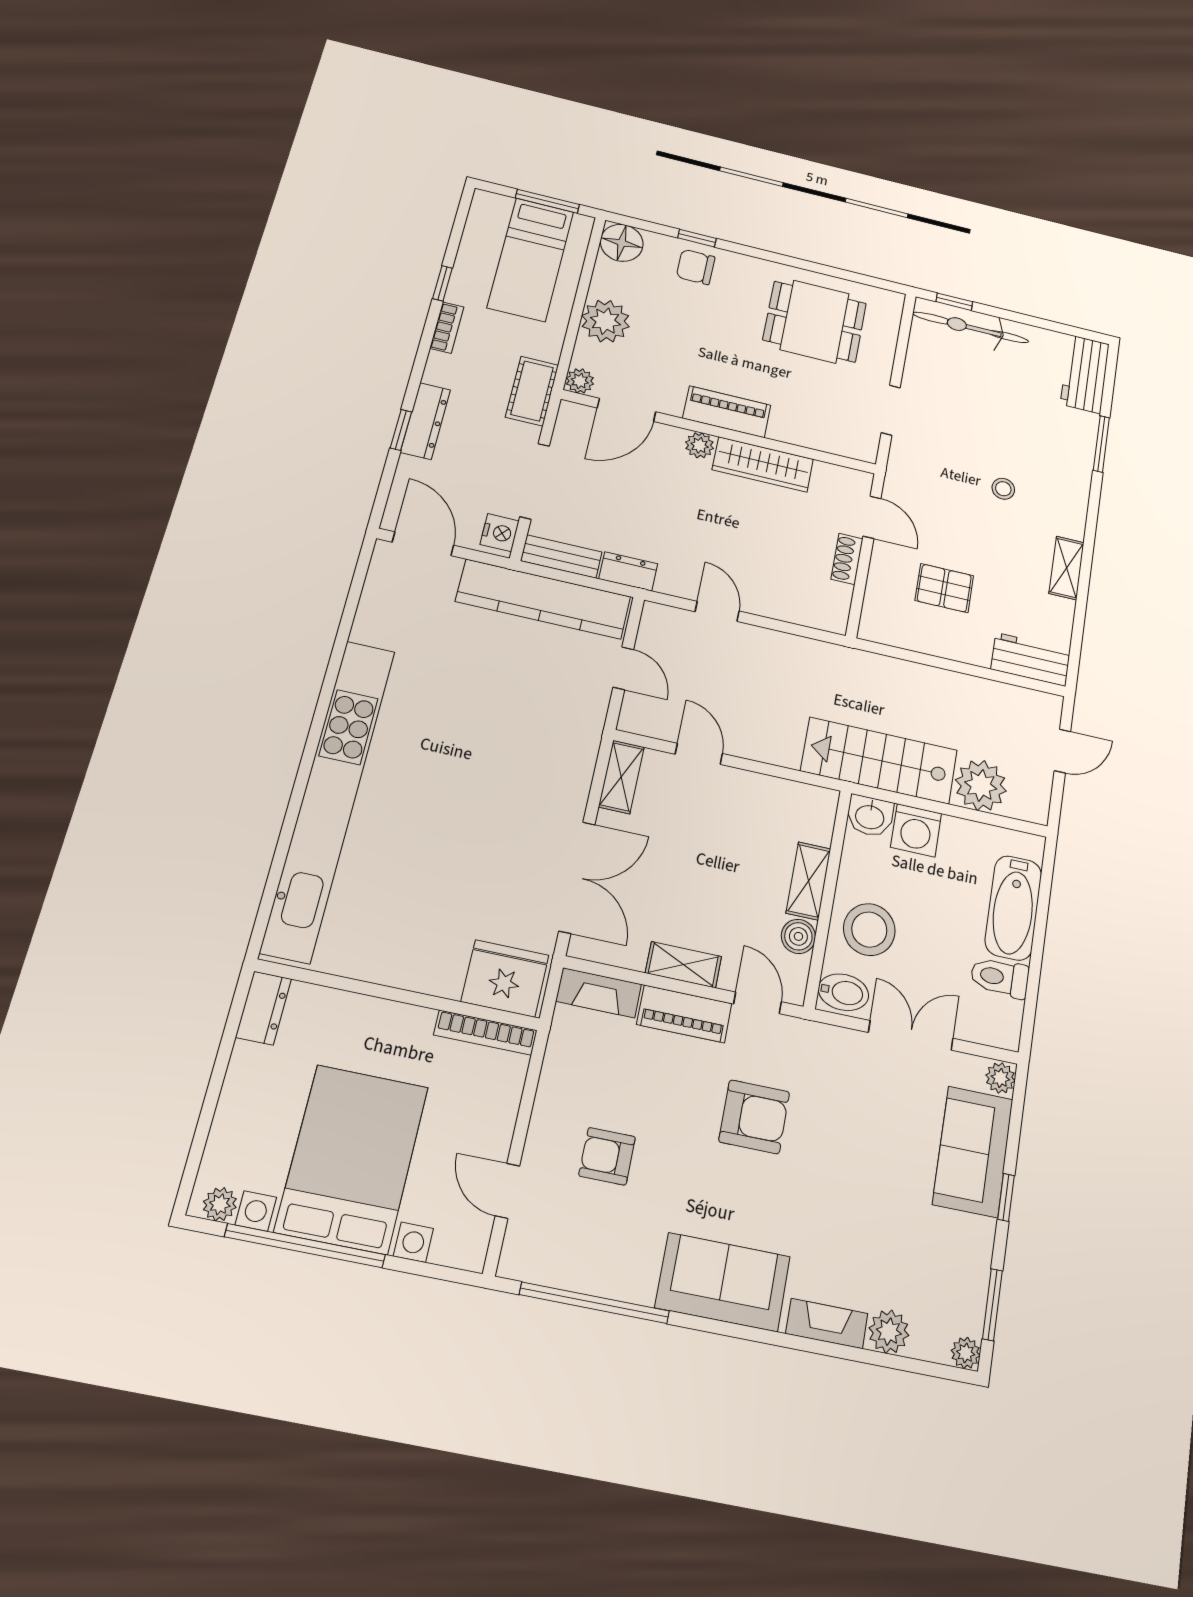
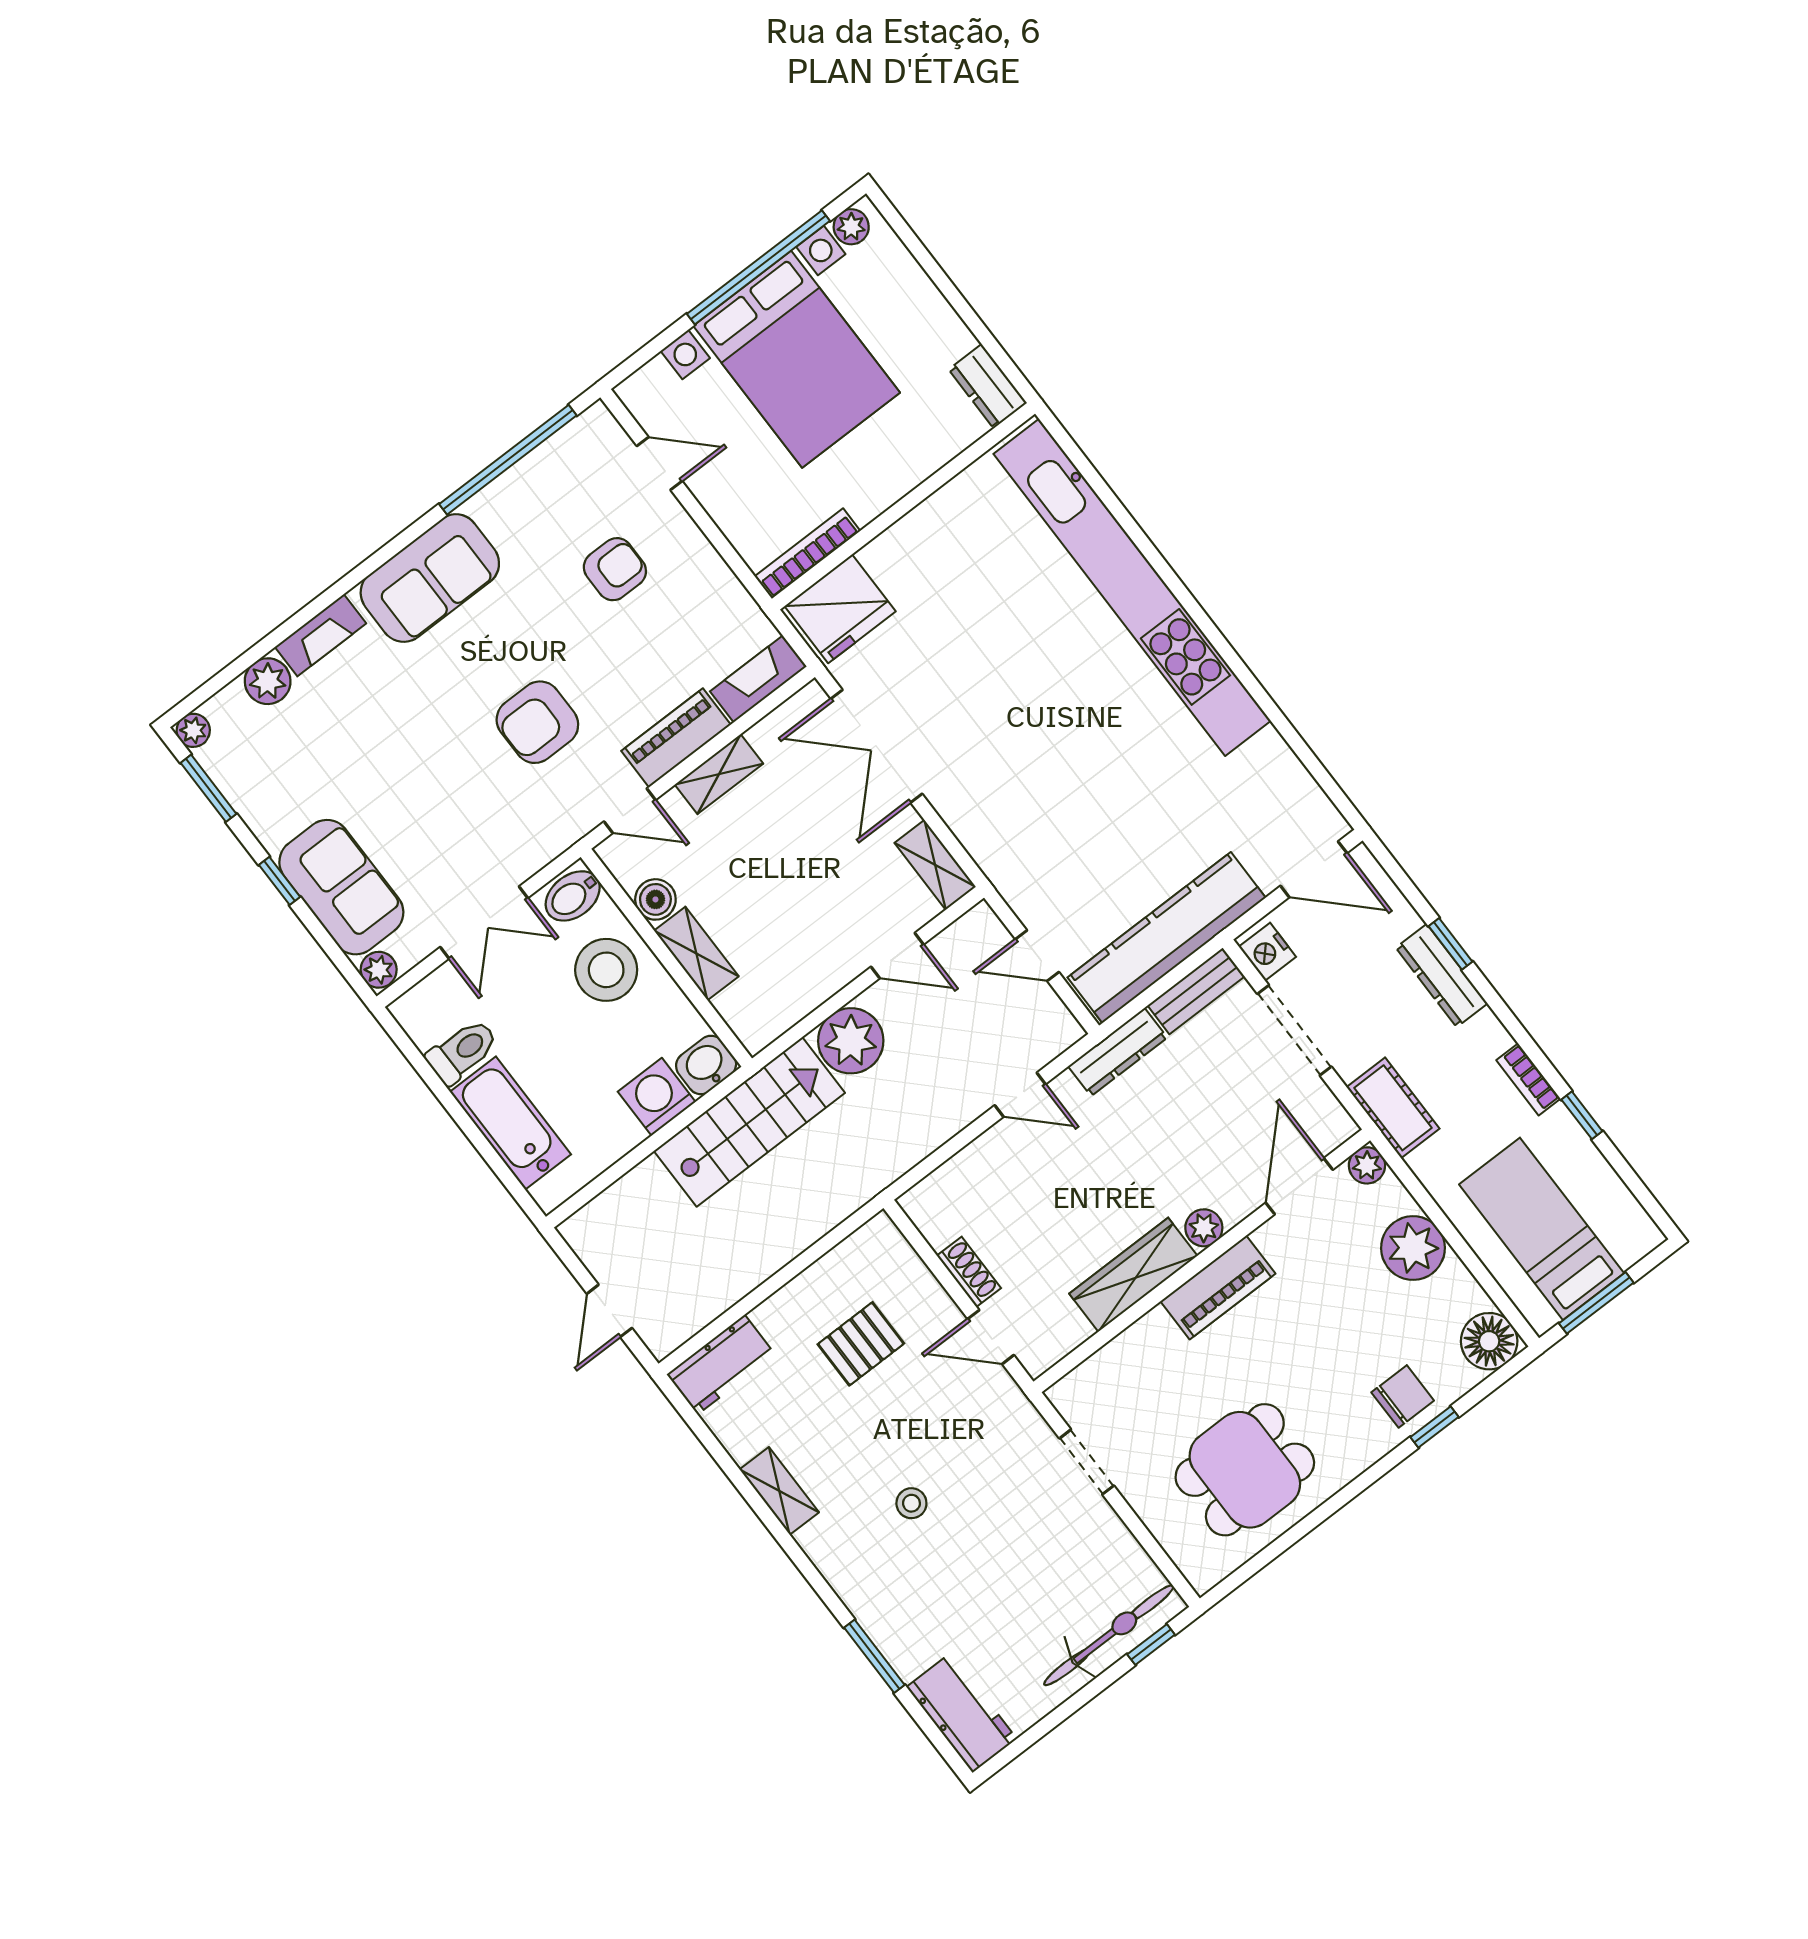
dresser: (628, 571) -> (1118, 1052), width x1.44
plant: (981, 785) -> (851, 1041), moved

